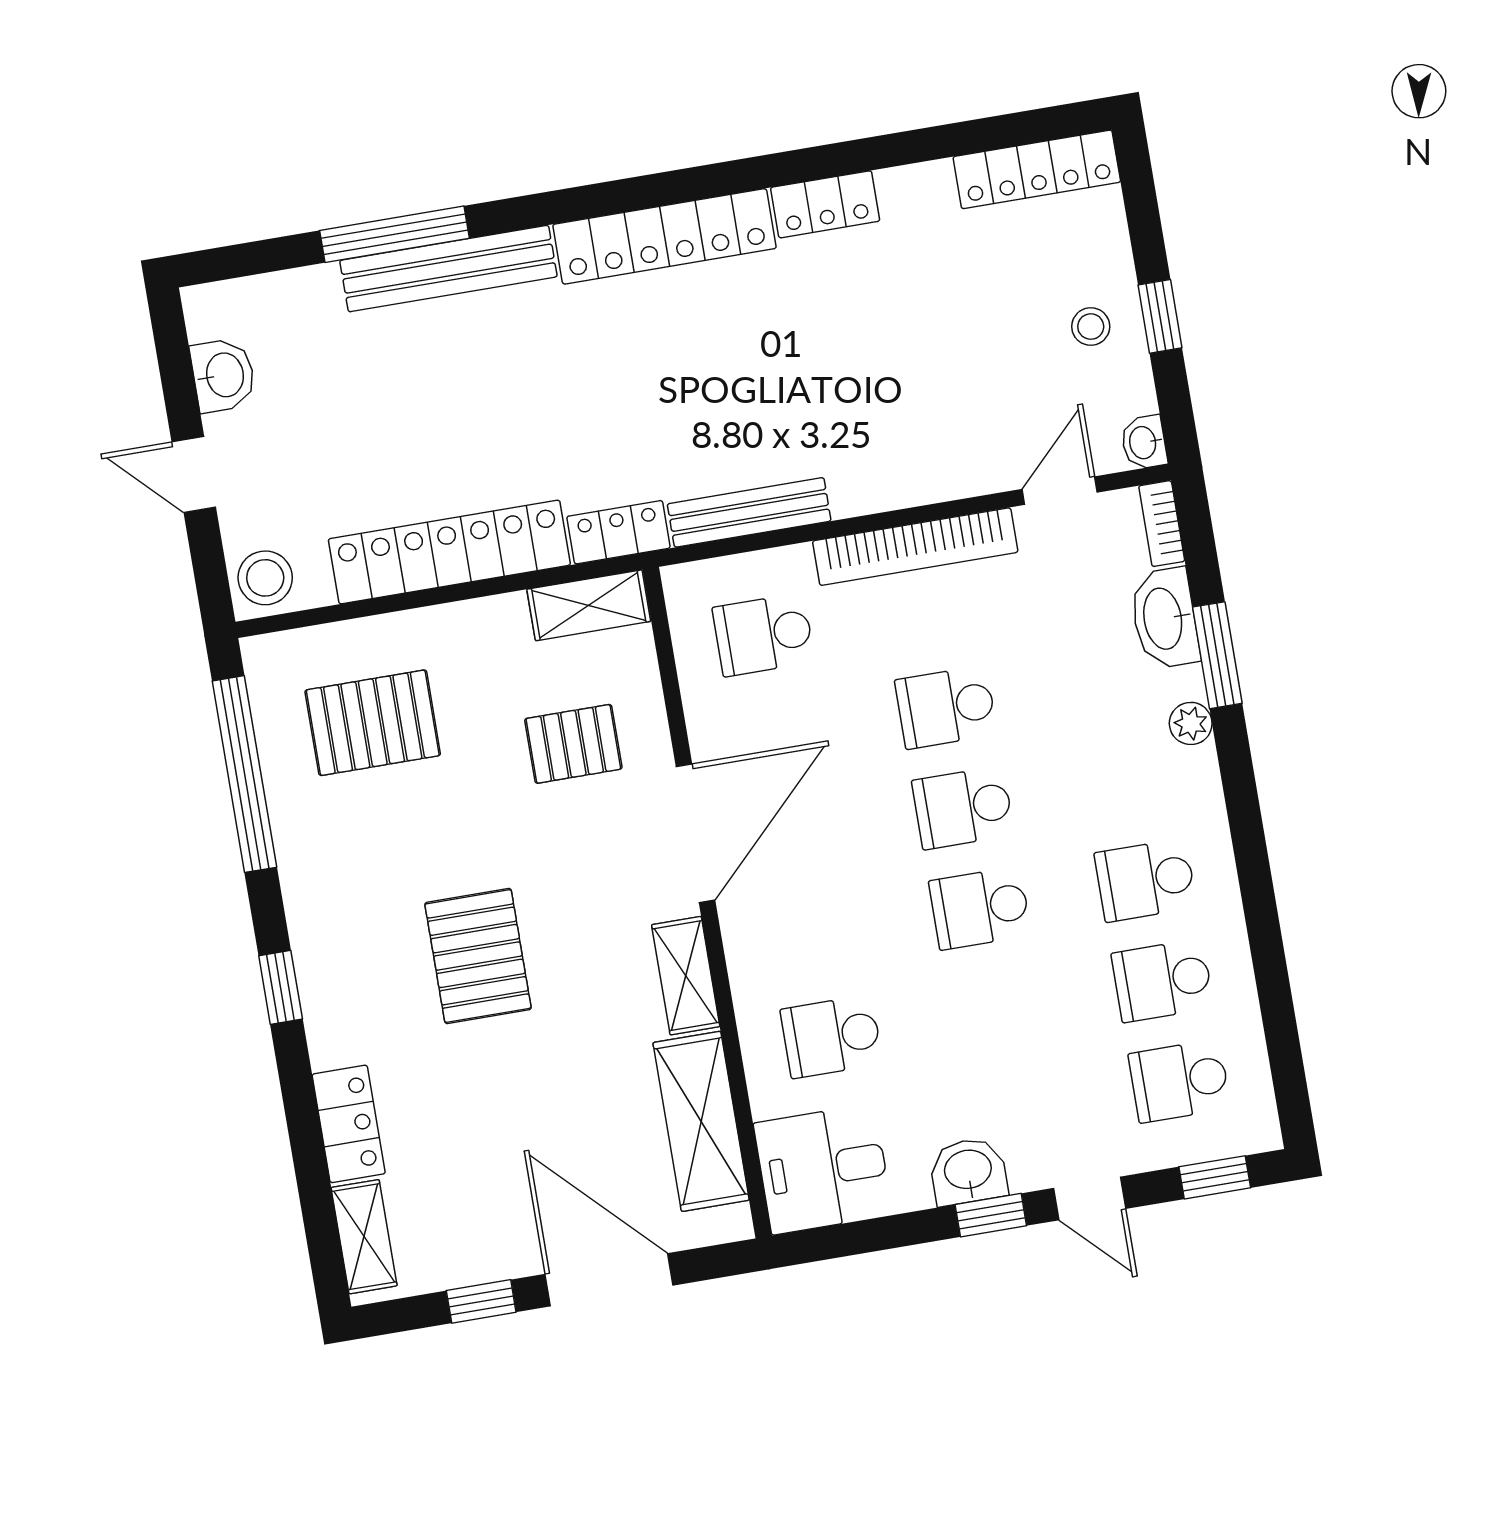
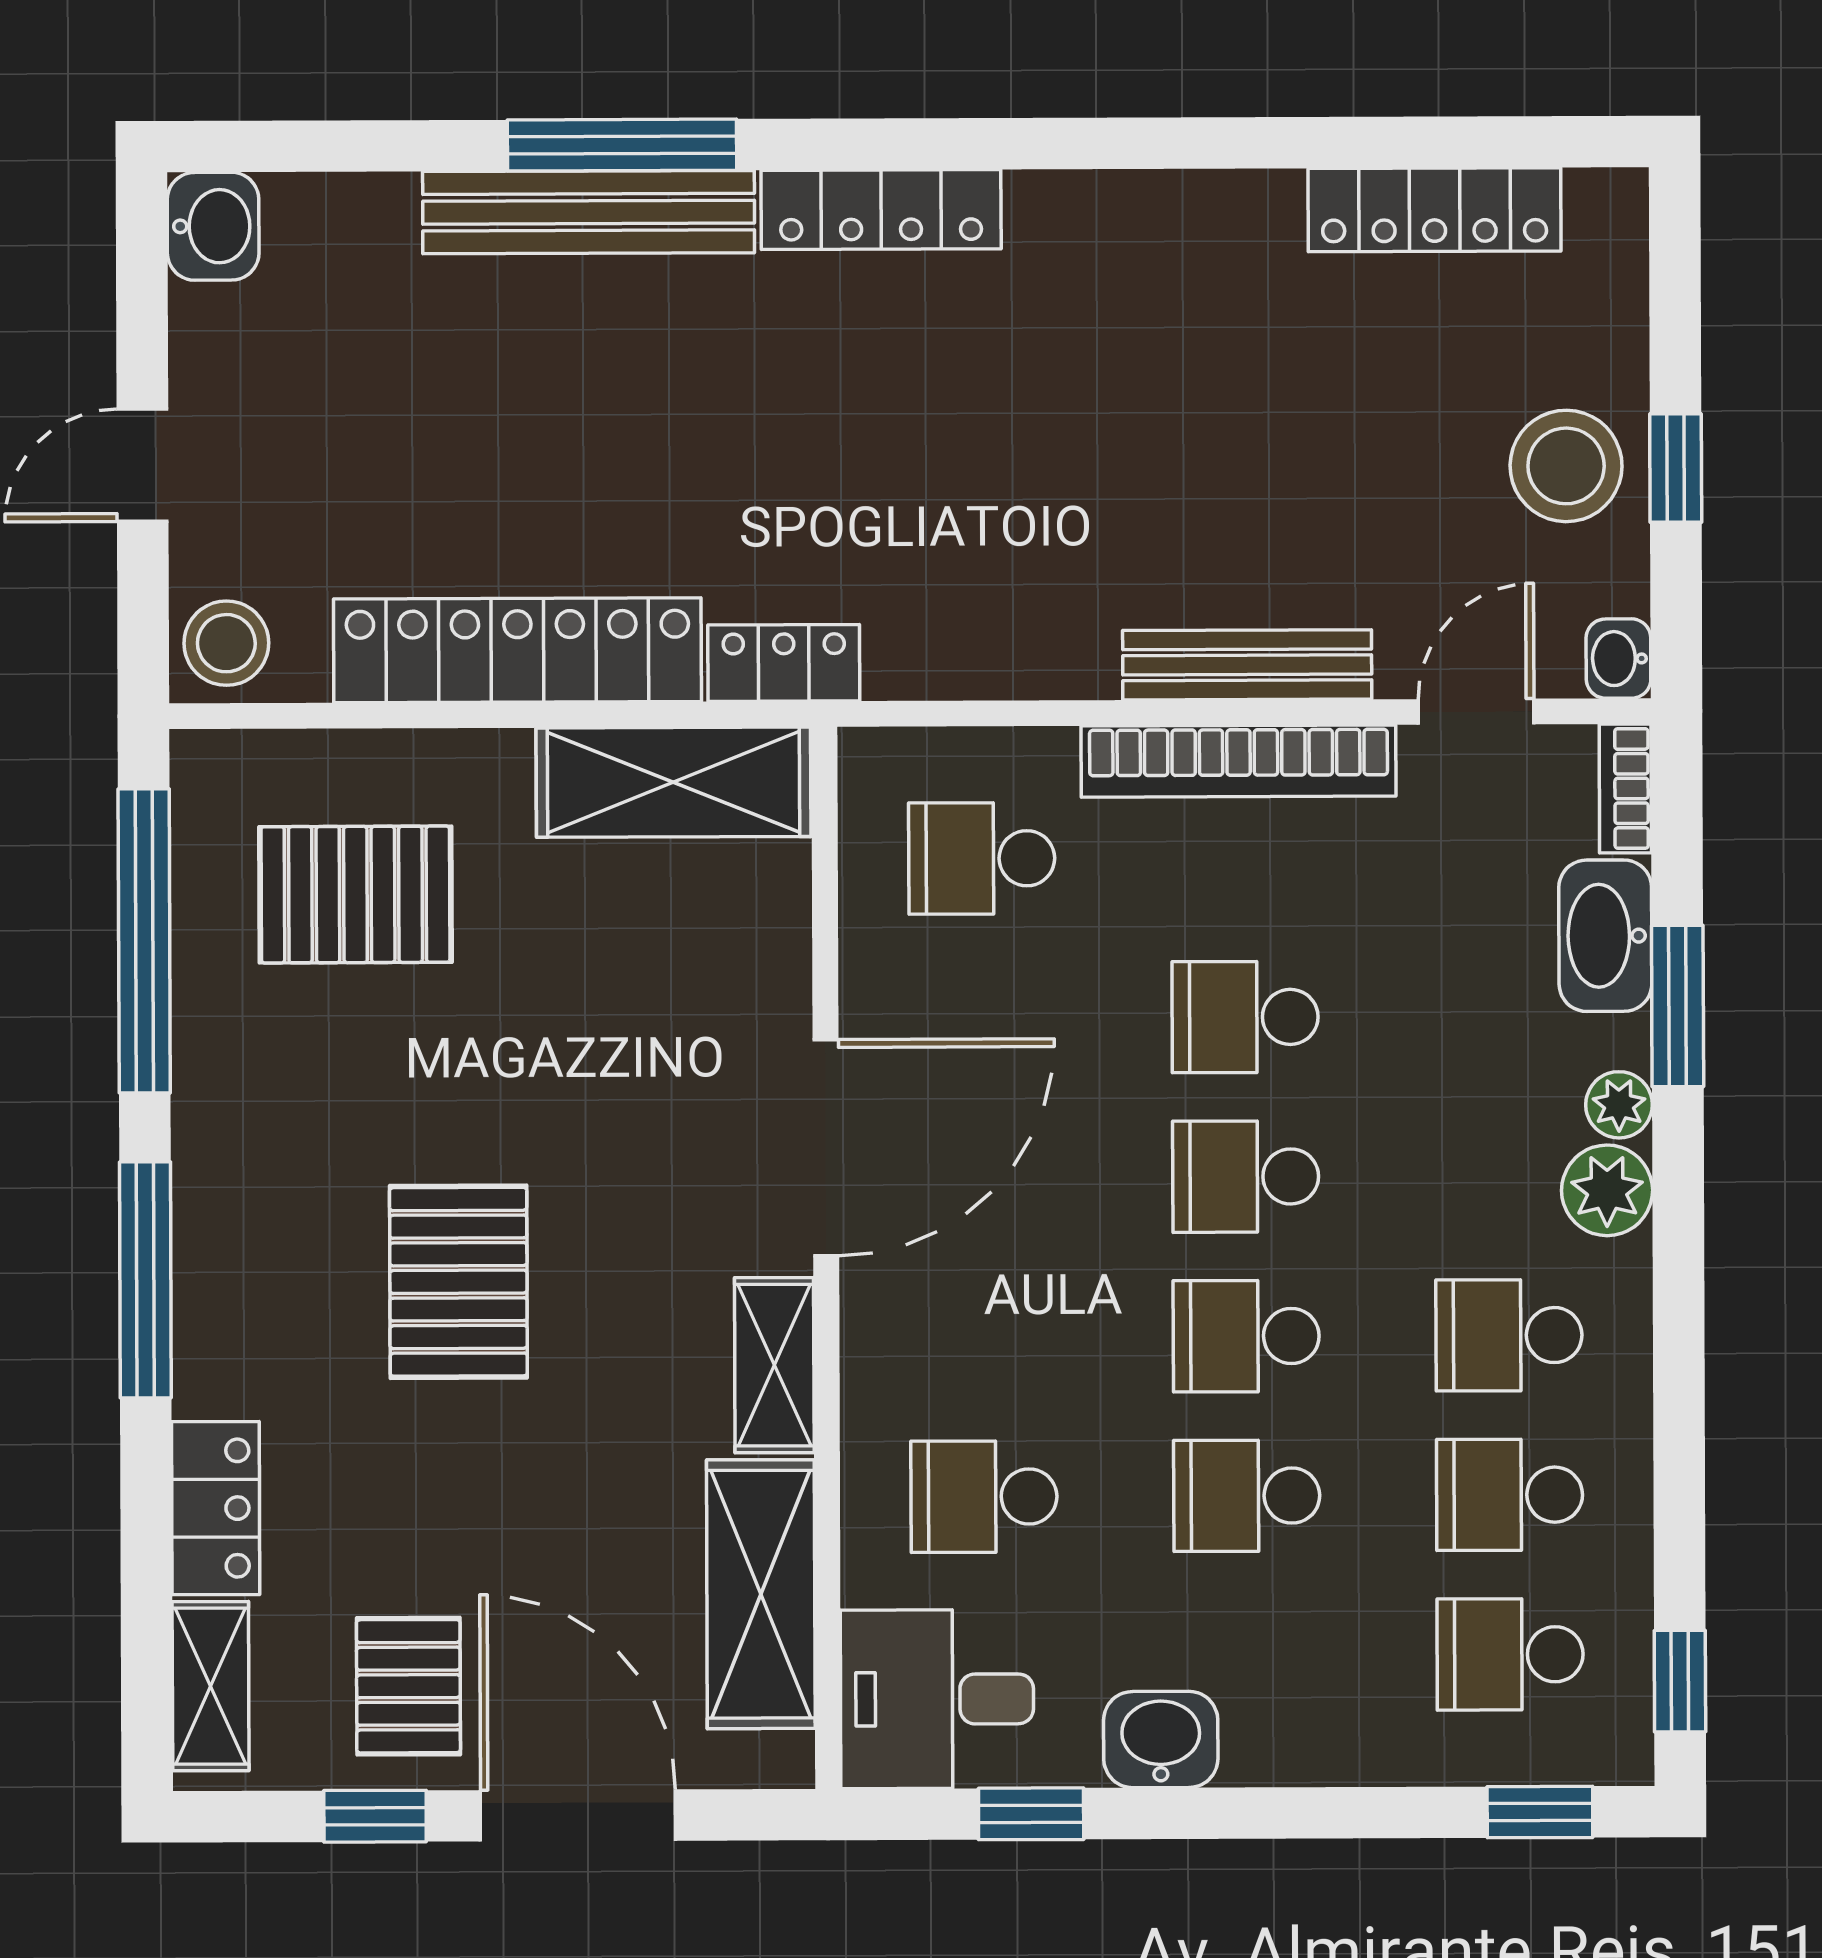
locker: (1037, 169) -> (1435, 210), moved
locker: (825, 204) -> (1187, 209), removed
window: (395, 234) -> (622, 145), moved
locker: (665, 236) -> (881, 210), width x0.71, depth x0.83
stool: (1091, 327) -> (1566, 466), width x1.89, depth x1.89
washbasin: (223, 375) -> (213, 226), moved
door: (194, 475) -> (143, 465), hinge flipped
bench: (749, 512) -> (1247, 665), moved
shelving: (589, 605) -> (673, 782), width x1.50, depth x1.33
pallet: (573, 744) -> (408, 1686), moved, turned 90
plant: (1192, 779) -> (1607, 1190), added
window: (281, 987) -> (145, 1280), width x2.17
school desk: (997, 1009) -> (1247, 1496), added
window: (1289, 1080) -> (1680, 1681), added
door: (1090, 1198) -> (1341, 1813), removed
window: (991, 1215) -> (1031, 1814), moved

